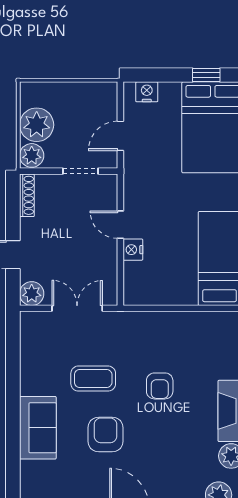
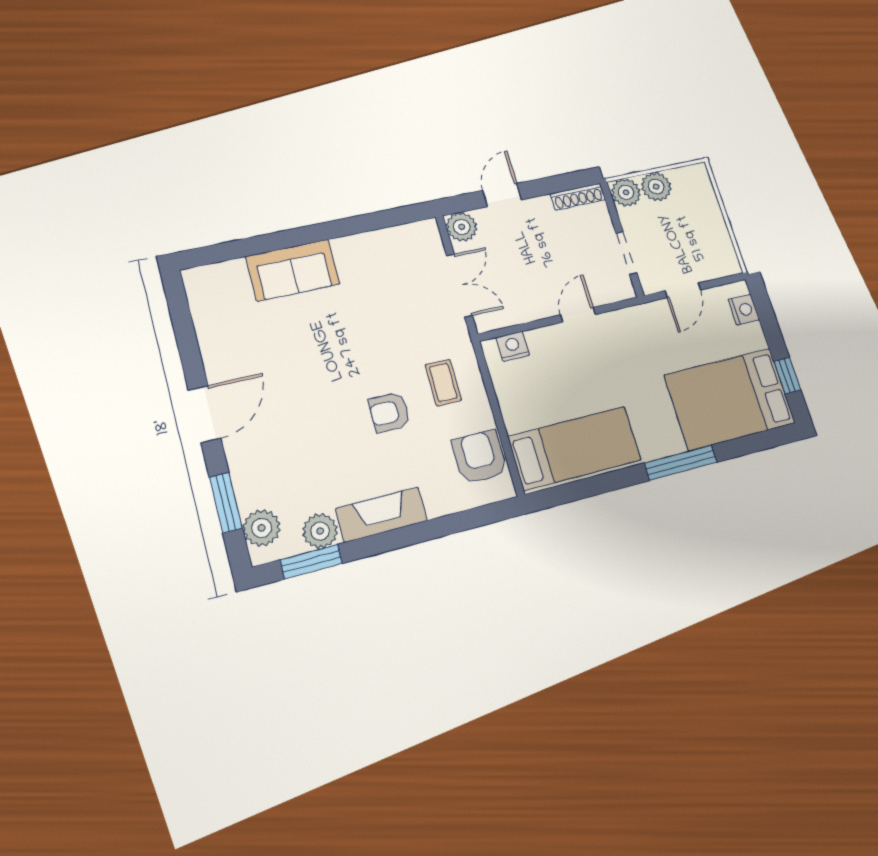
plant: (37, 125) -> (656, 187), width x0.73, depth x0.73
door: (120, 136) -> (683, 290), swing flipped
nightstand: (133, 250) -> (513, 346), moved
coffee table: (93, 379) -> (443, 383), moved, width x0.73, depth x0.77
armchair: (106, 435) -> (480, 457), moved, turned -90

